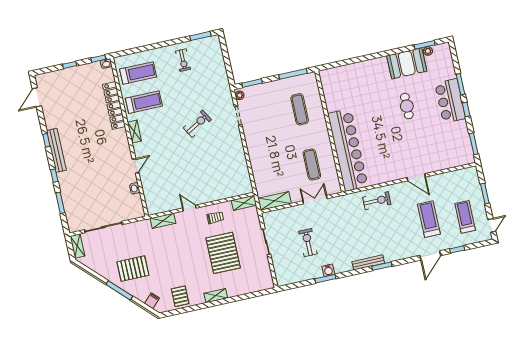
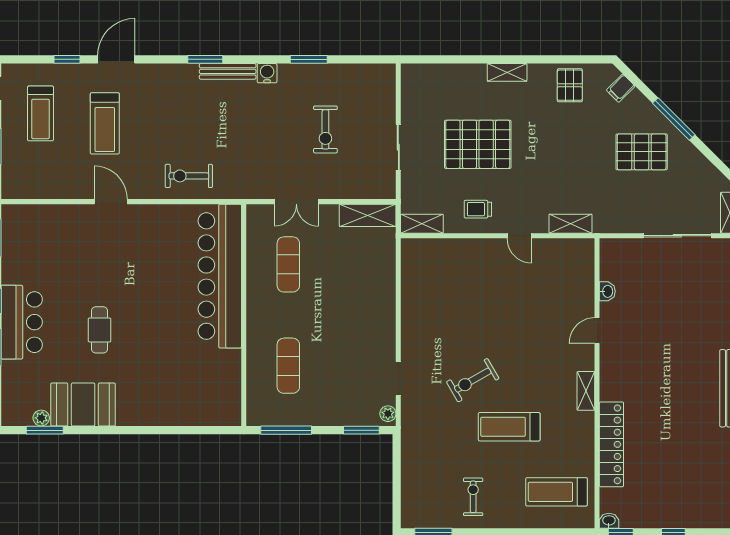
treadmill: (144, 102) -> (509, 427), moved
pallet: (223, 253) -> (478, 144), turned 90
water cooler: (328, 270) -> (267, 73), moved

